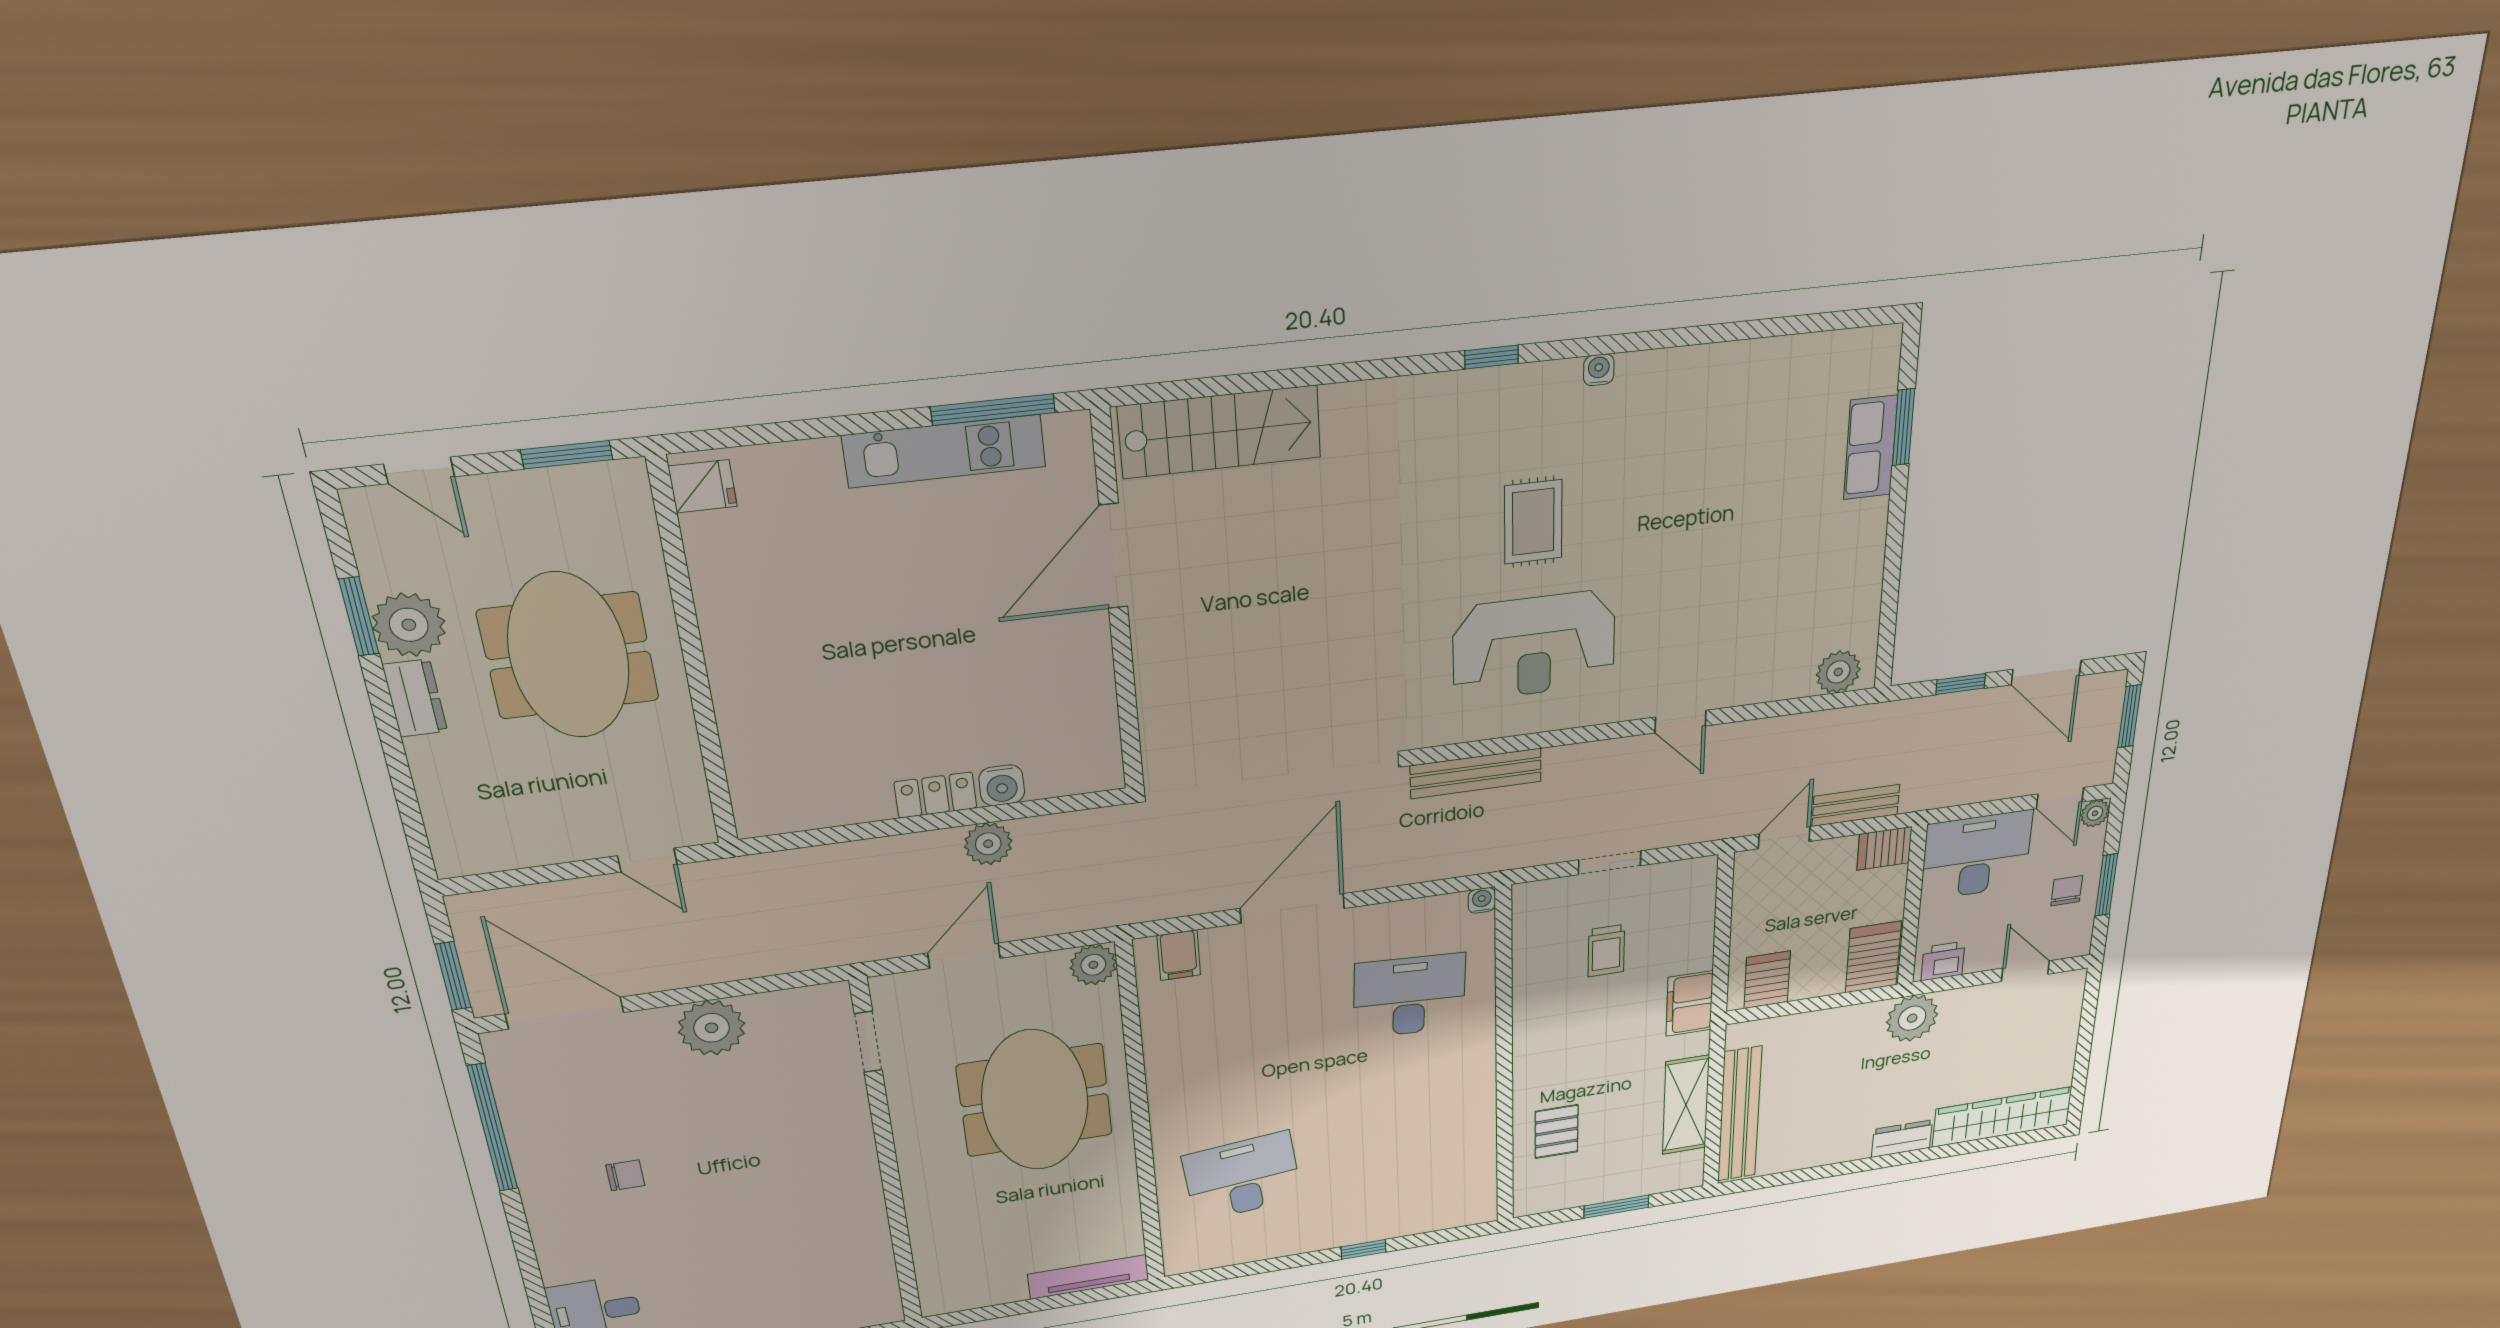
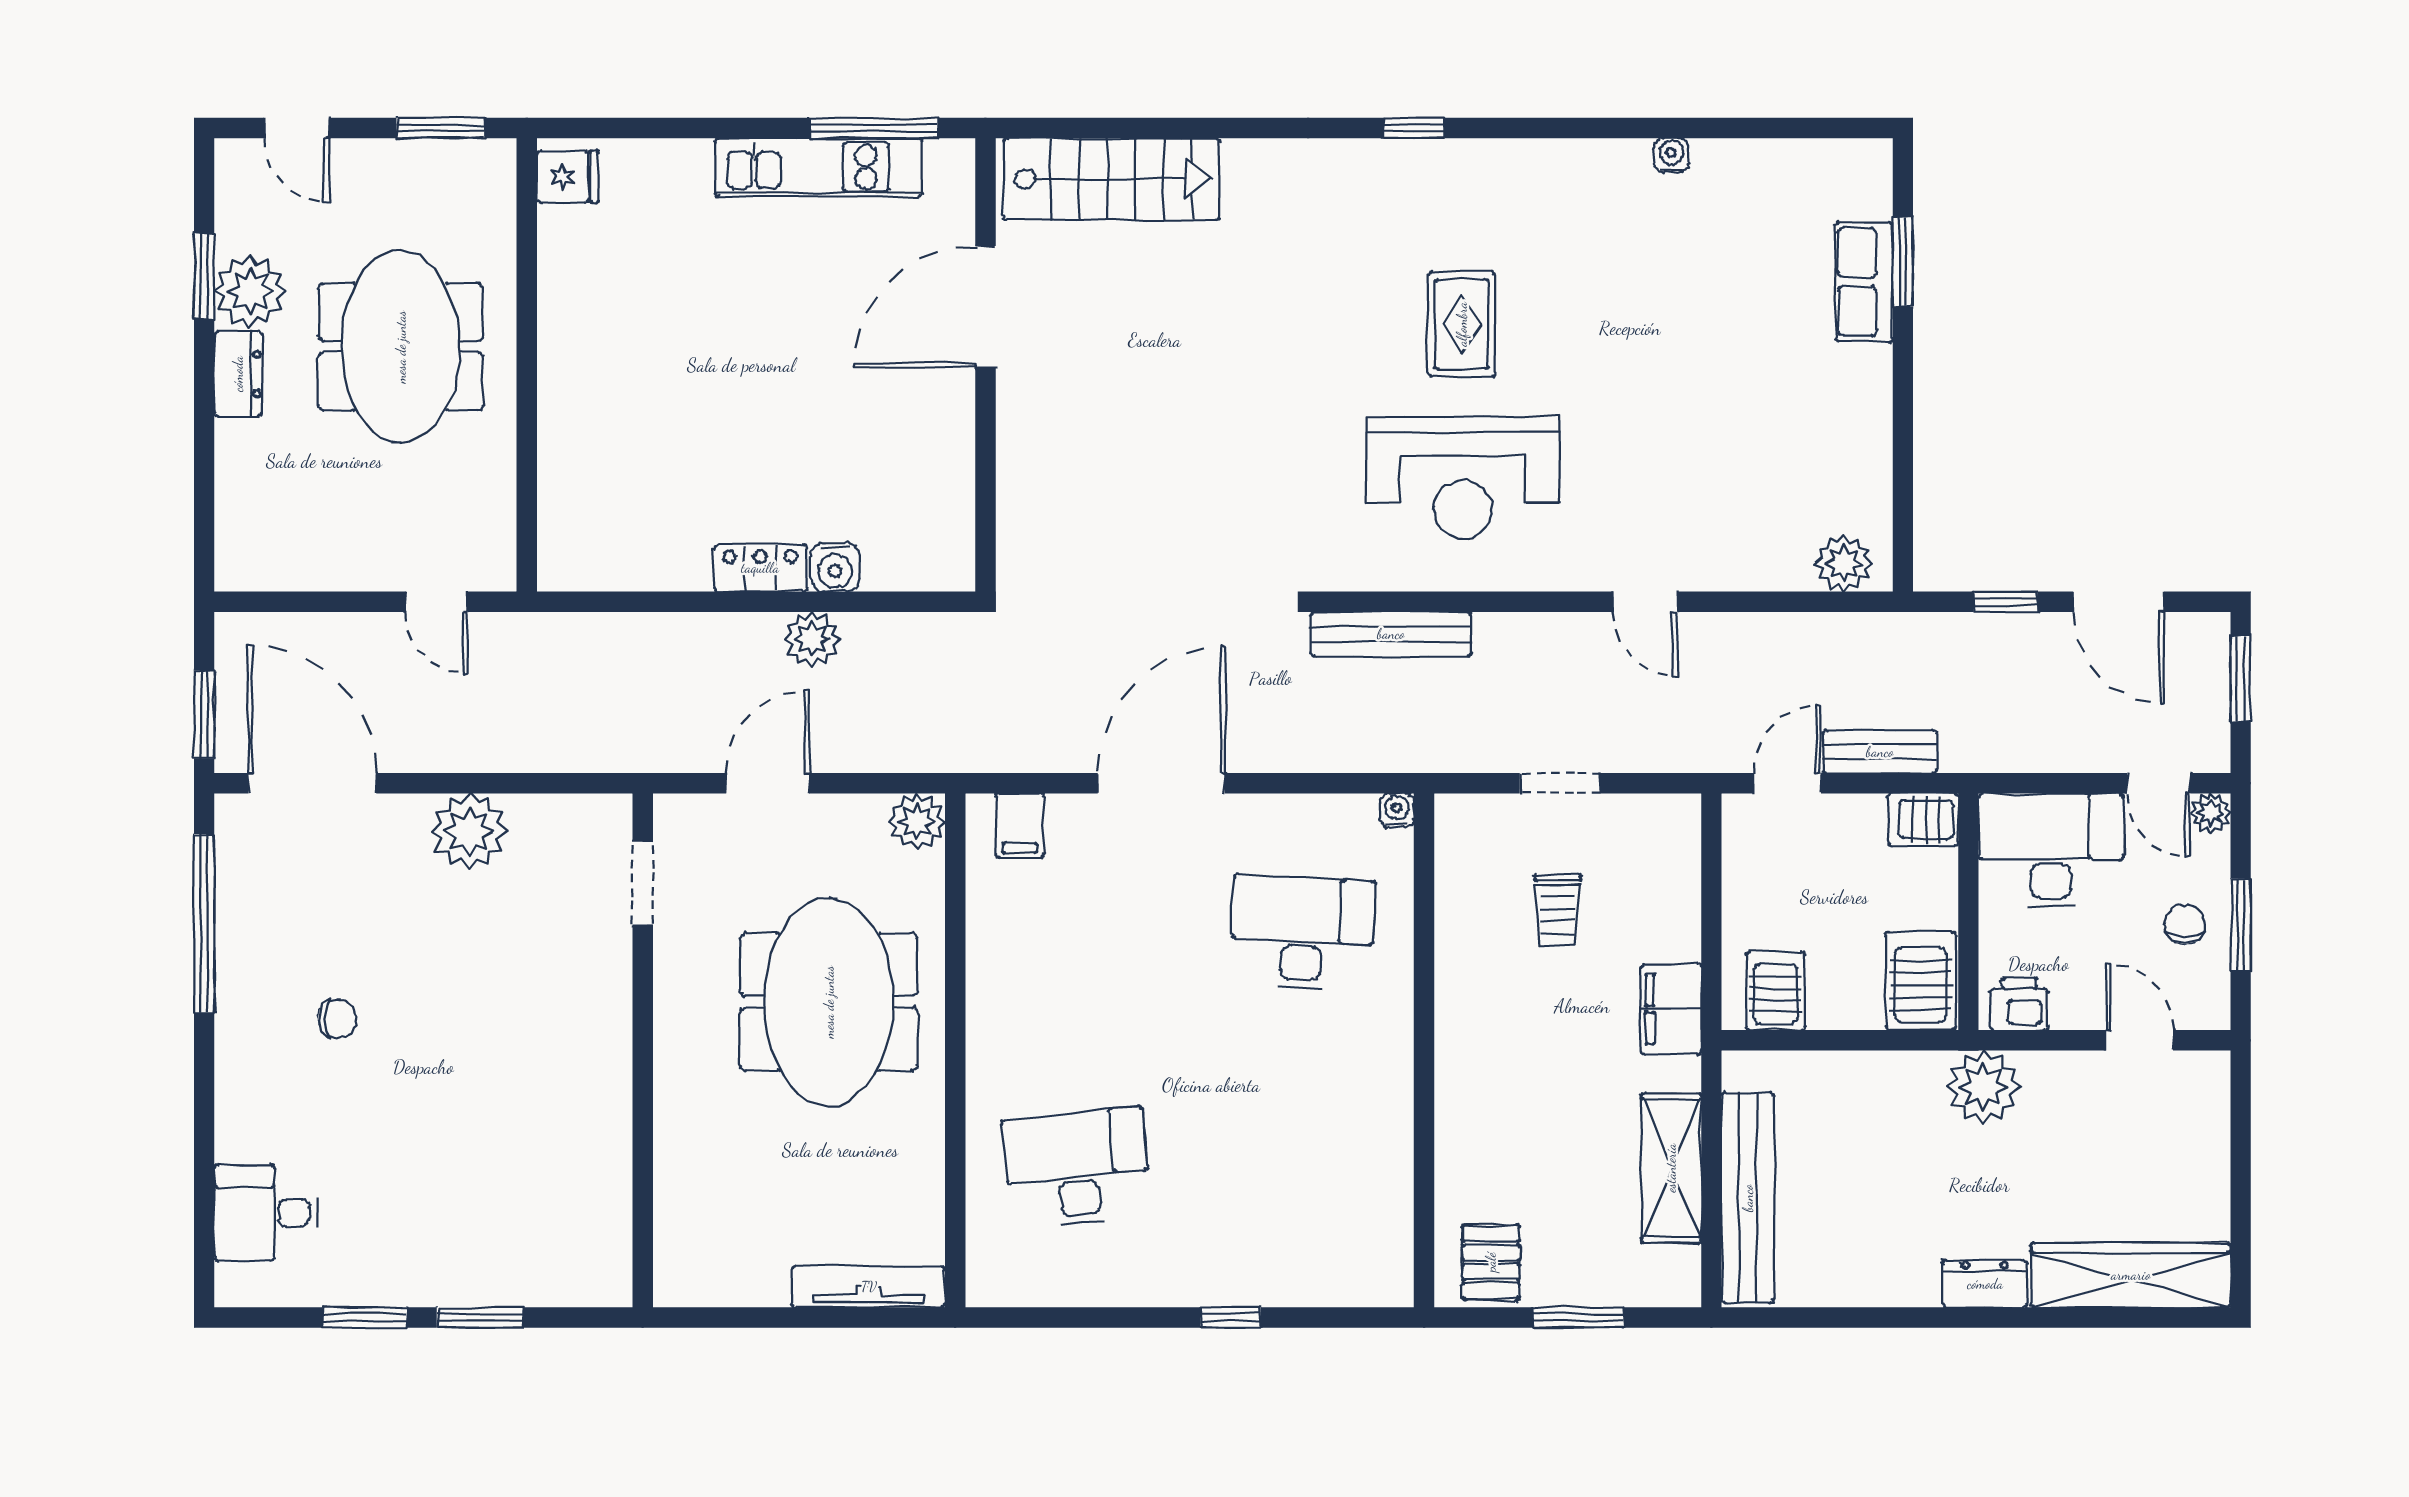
water cooler: (1599, 370) -> (1671, 155), moved
pallet: (1556, 1132) -> (1491, 1262), moved

